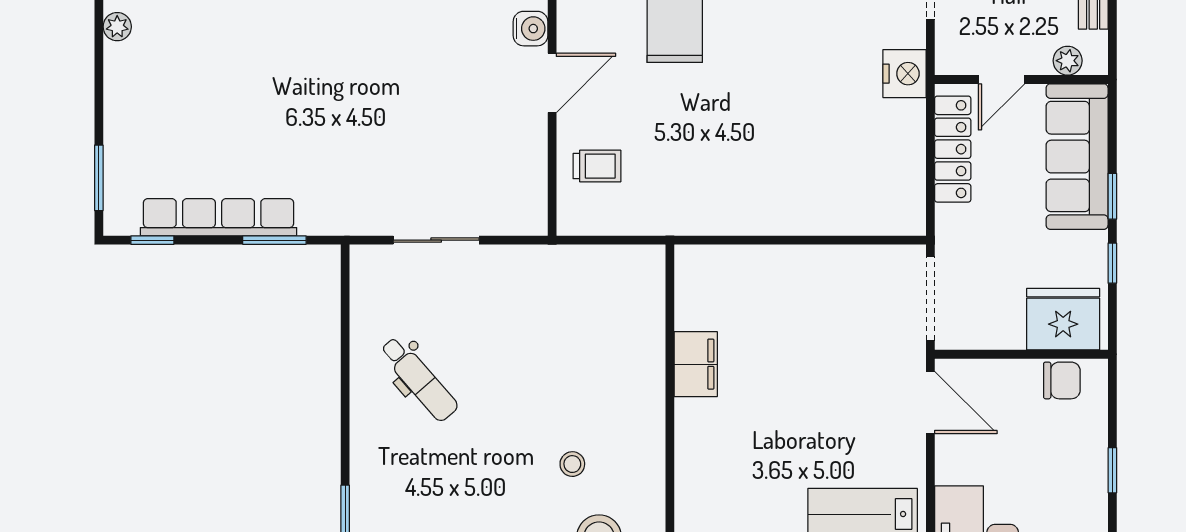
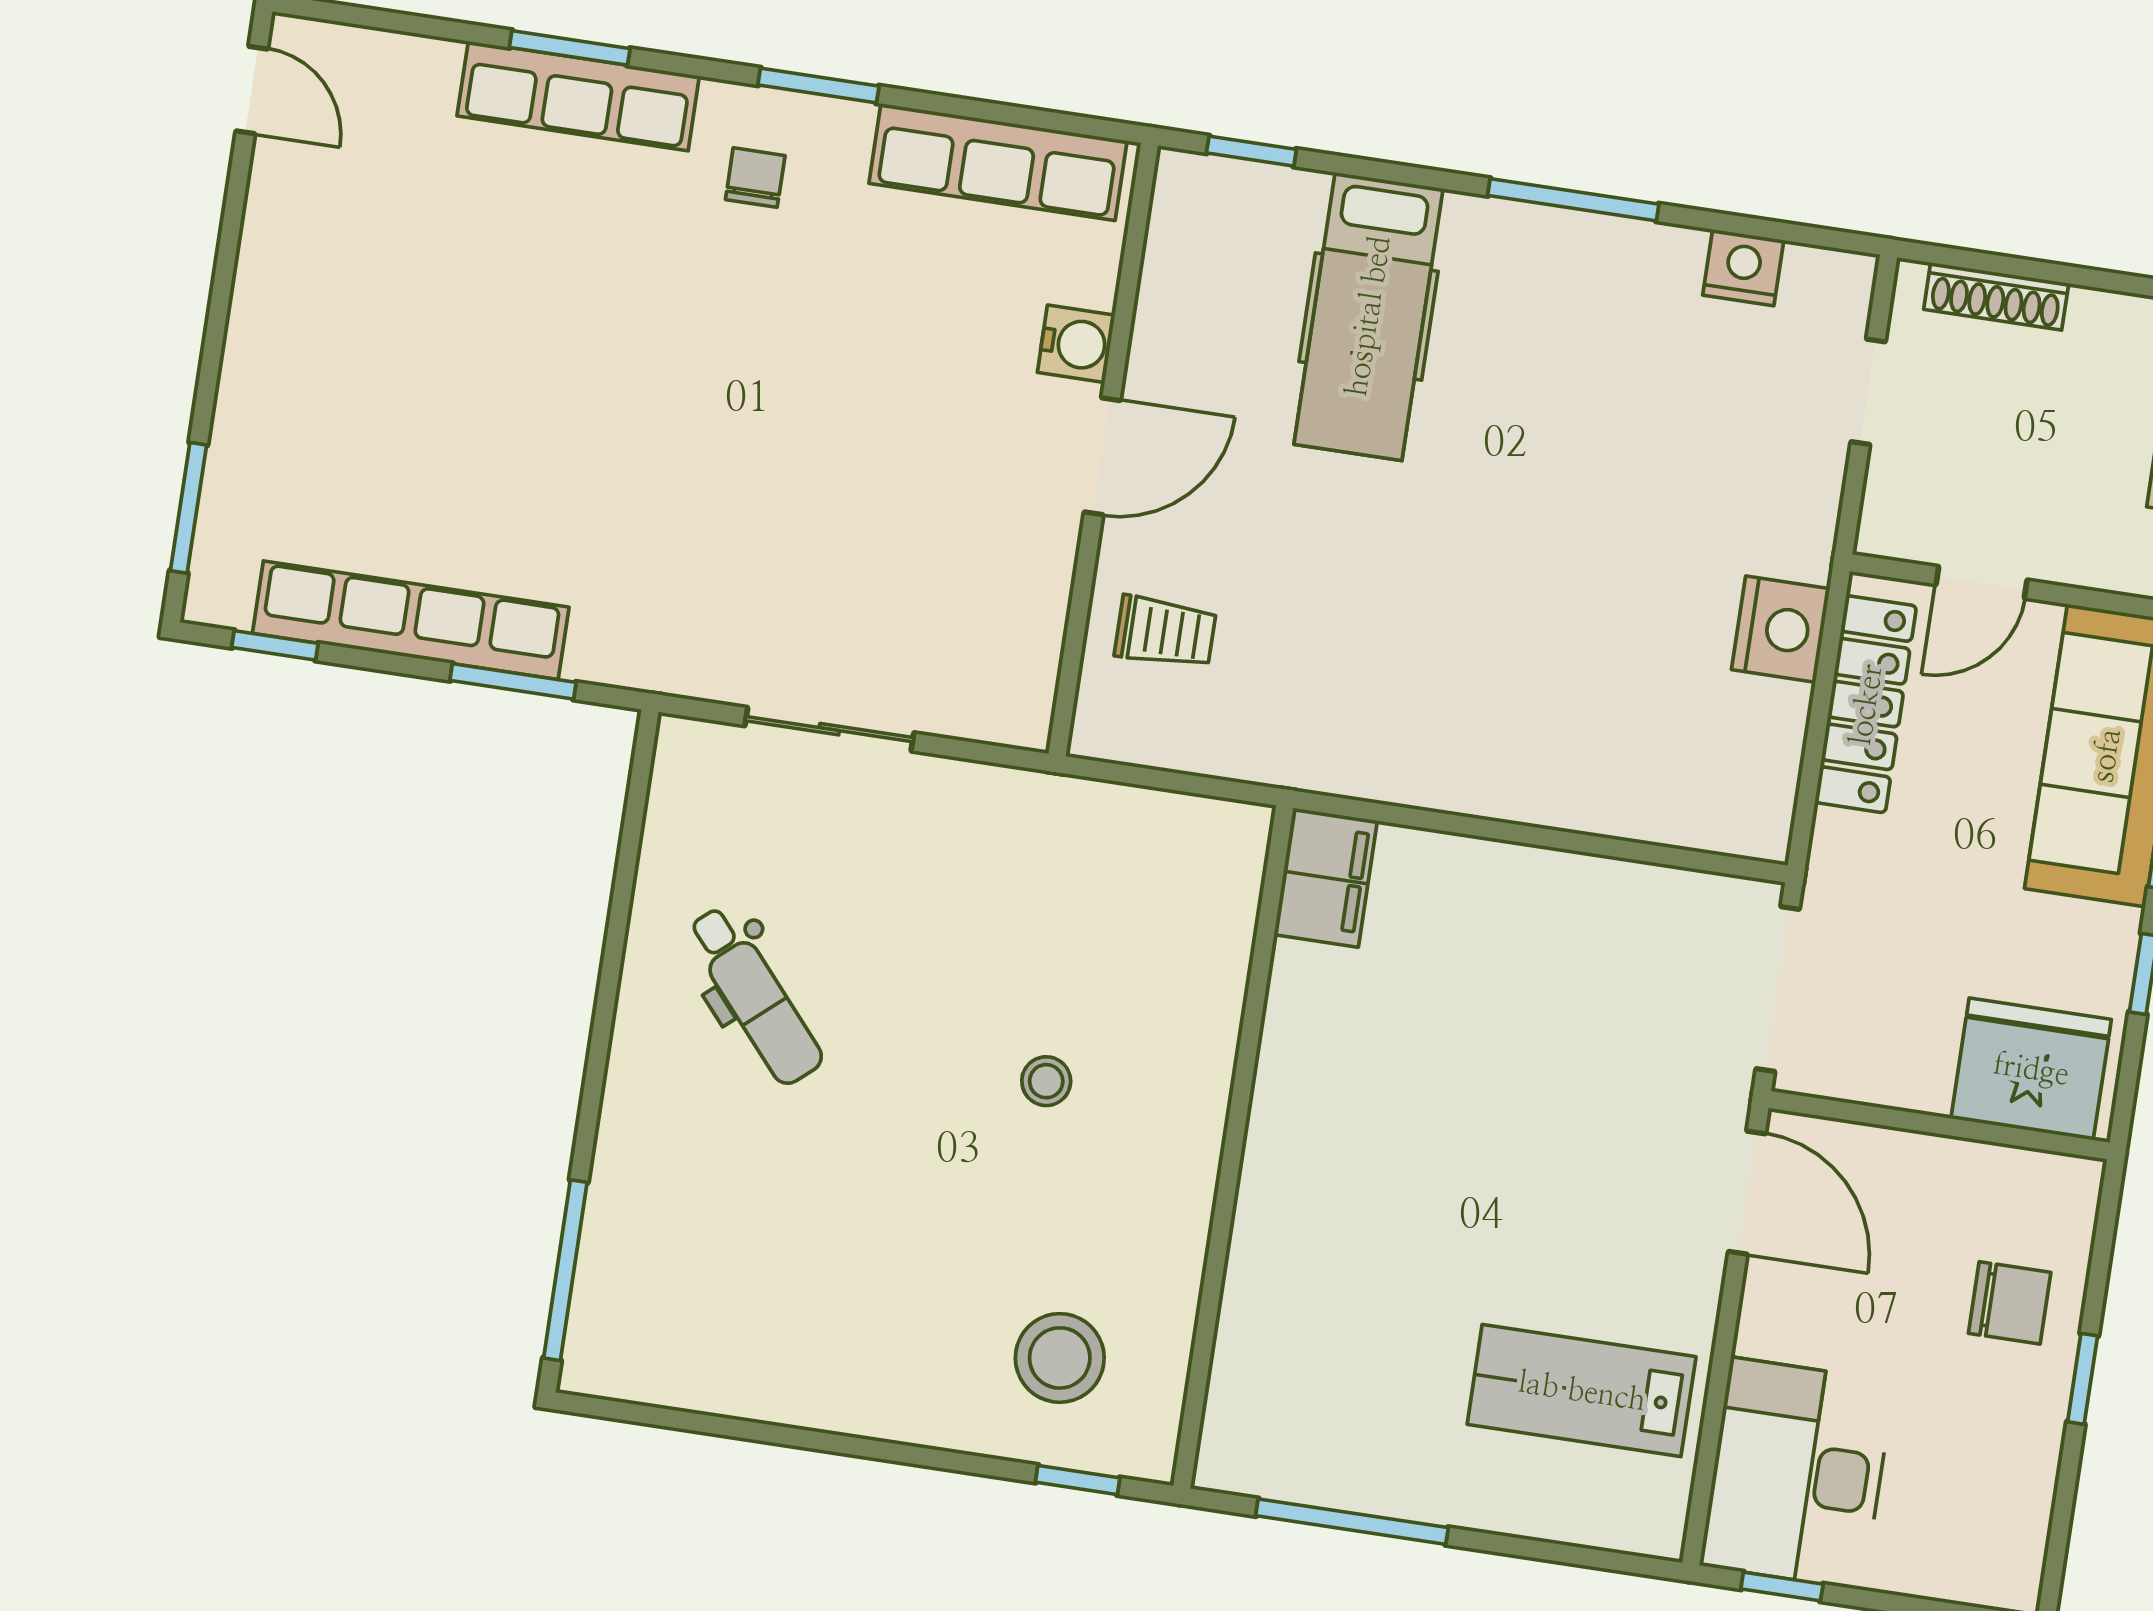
plant: (117, 27) -> (269, 218), removed
plant: (1068, 61) -> (2116, 565), removed
nightstand: (905, 74) -> (1781, 629), moved
filing cabinet: (696, 364) -> (1326, 878), moved
chair: (1062, 380) -> (2010, 1303), moved
stool: (572, 464) -> (1046, 1081), moved

